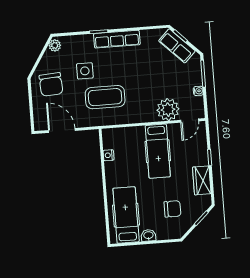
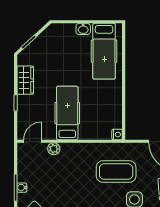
water cooler: (198, 91) -> (22, 188), moved
plant: (168, 110) -> (54, 149), width x0.53, depth x0.53
nightstand: (109, 155) -> (117, 134), moved
chair: (172, 209) -> (57, 54), removed

